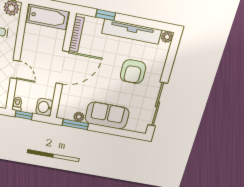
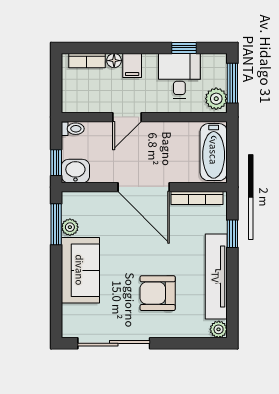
window: (24, 115) -> (56, 163), moved

